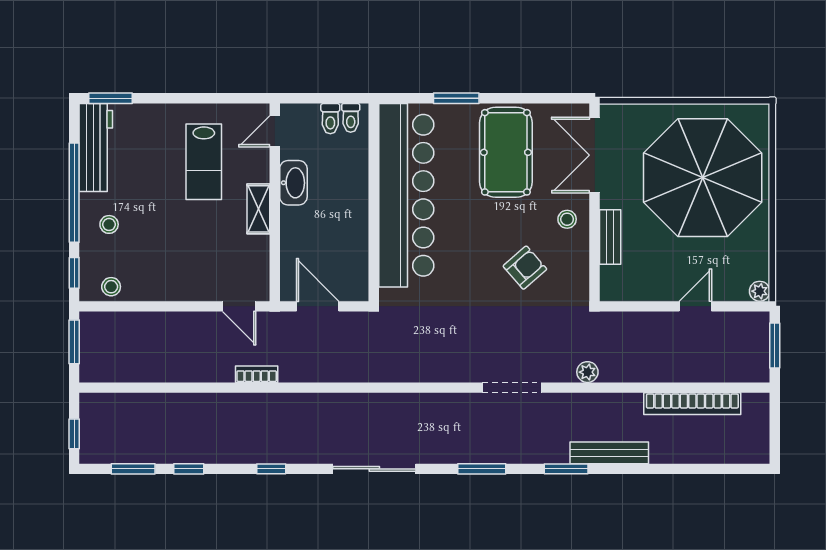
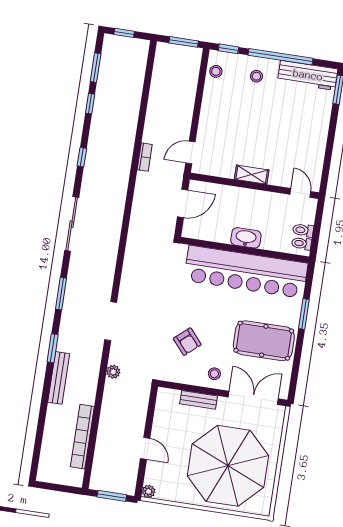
lab bench: (204, 162) -> (288, 144), removed
washbasin: (293, 183) -> (246, 238), moved, turned 180

